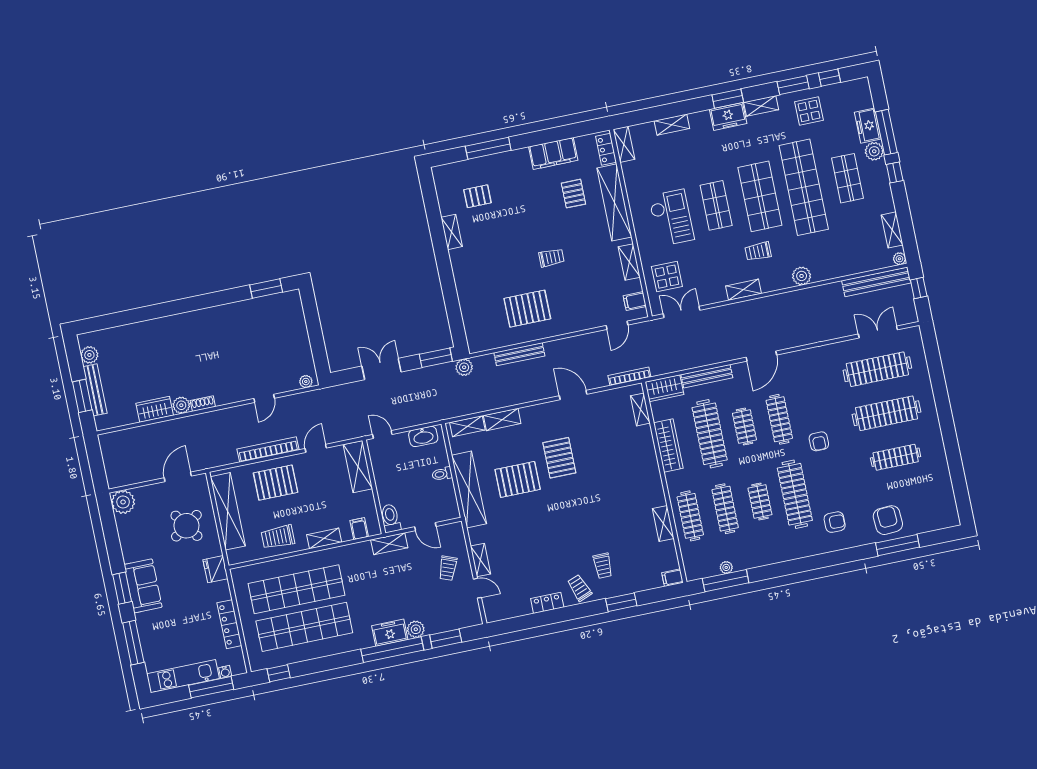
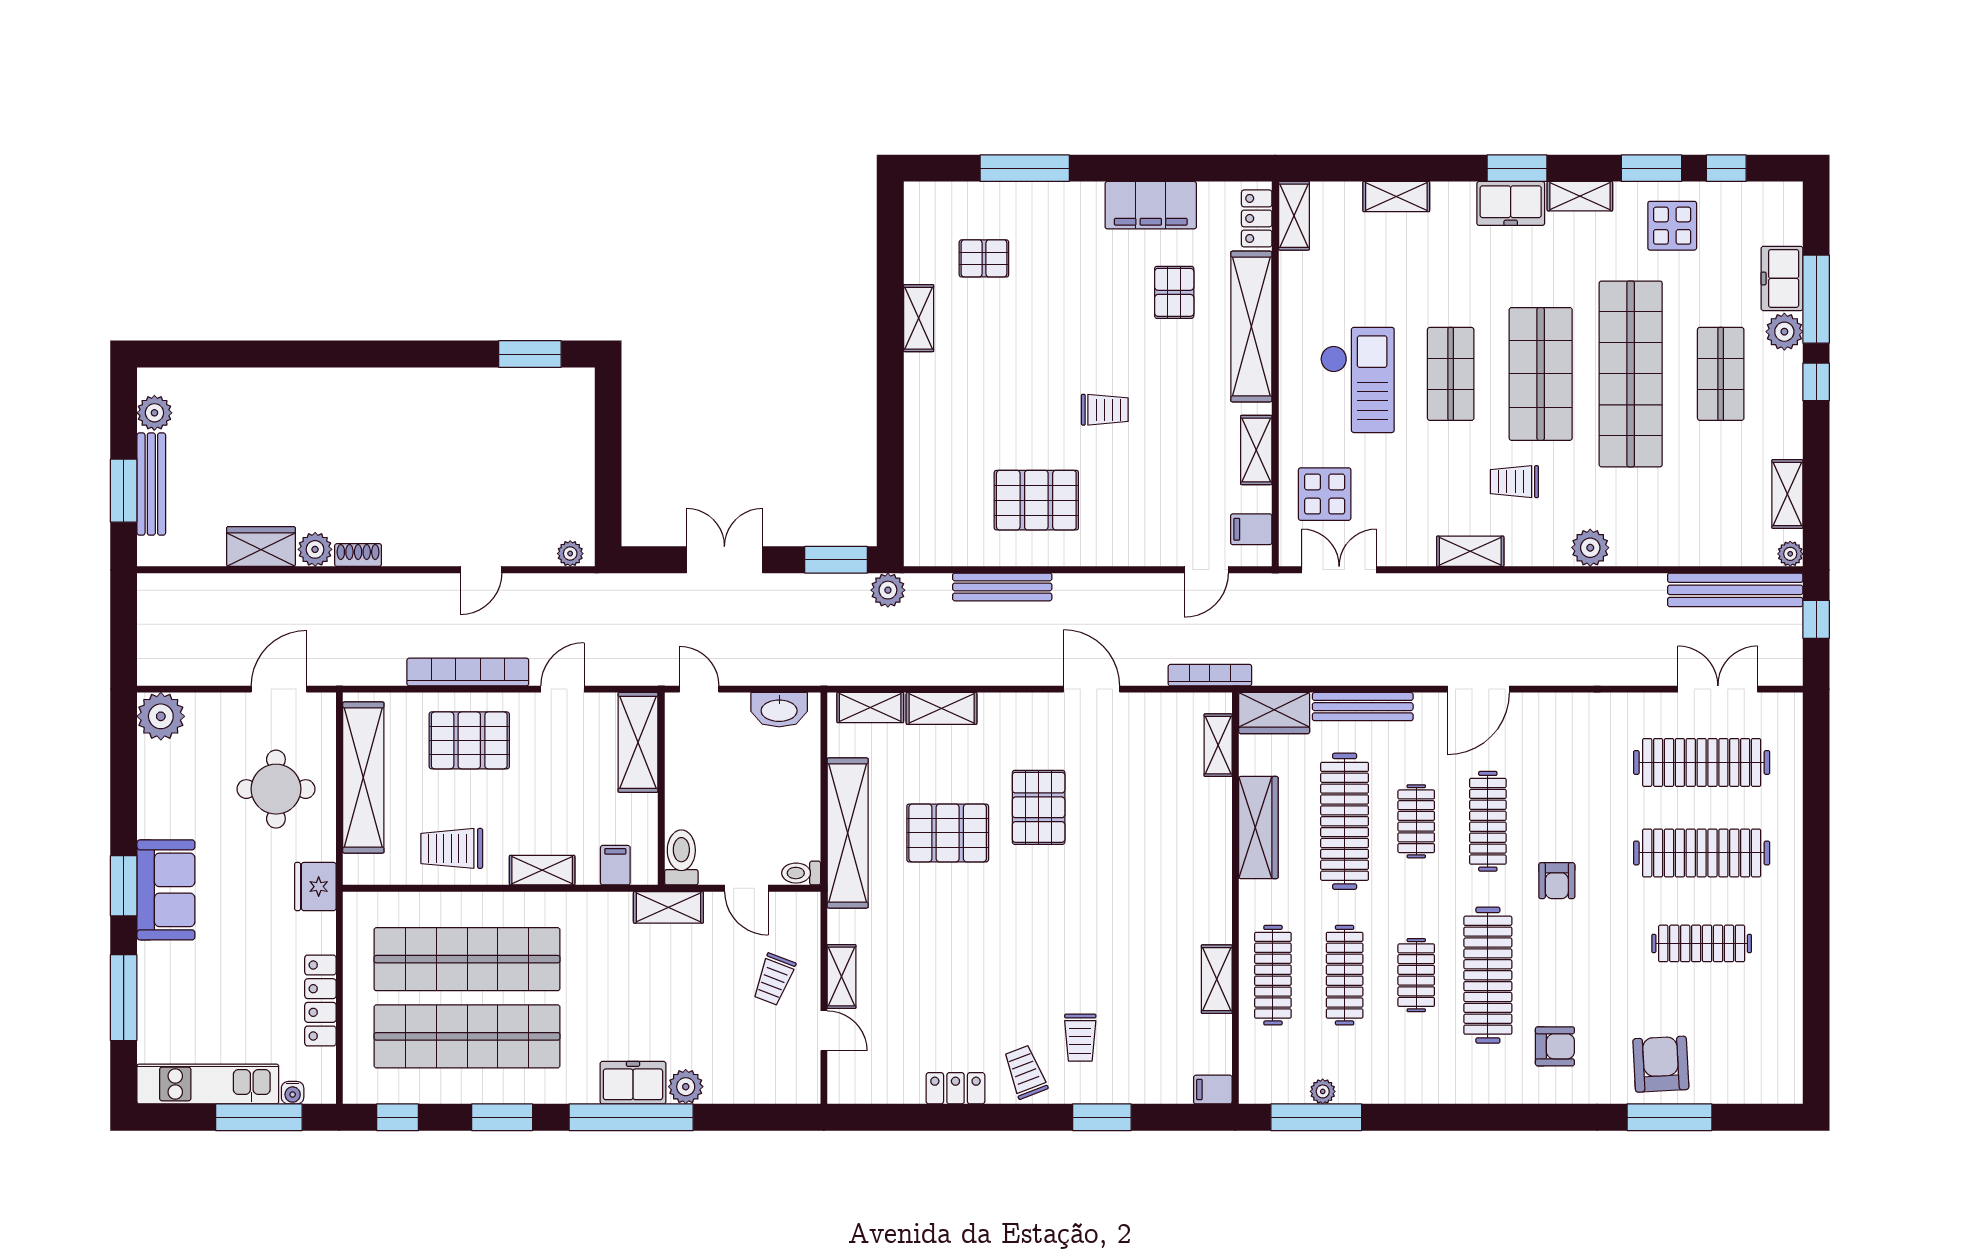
toilet: (442, 474) -> (801, 873), moved
round table: (186, 526) -> (276, 789), turned 35
window: (446, 639) -> (502, 1117), moved

